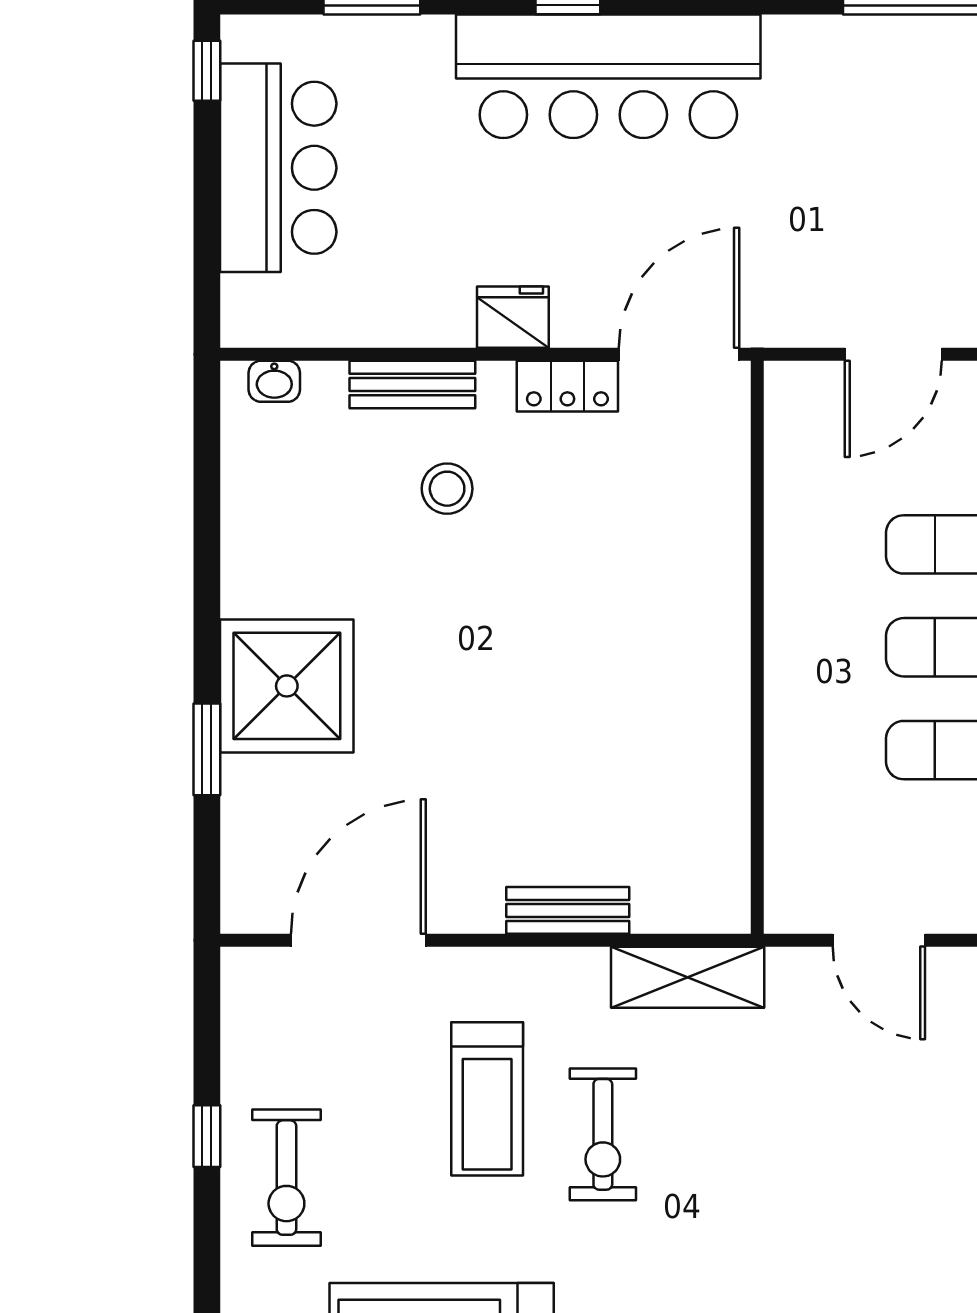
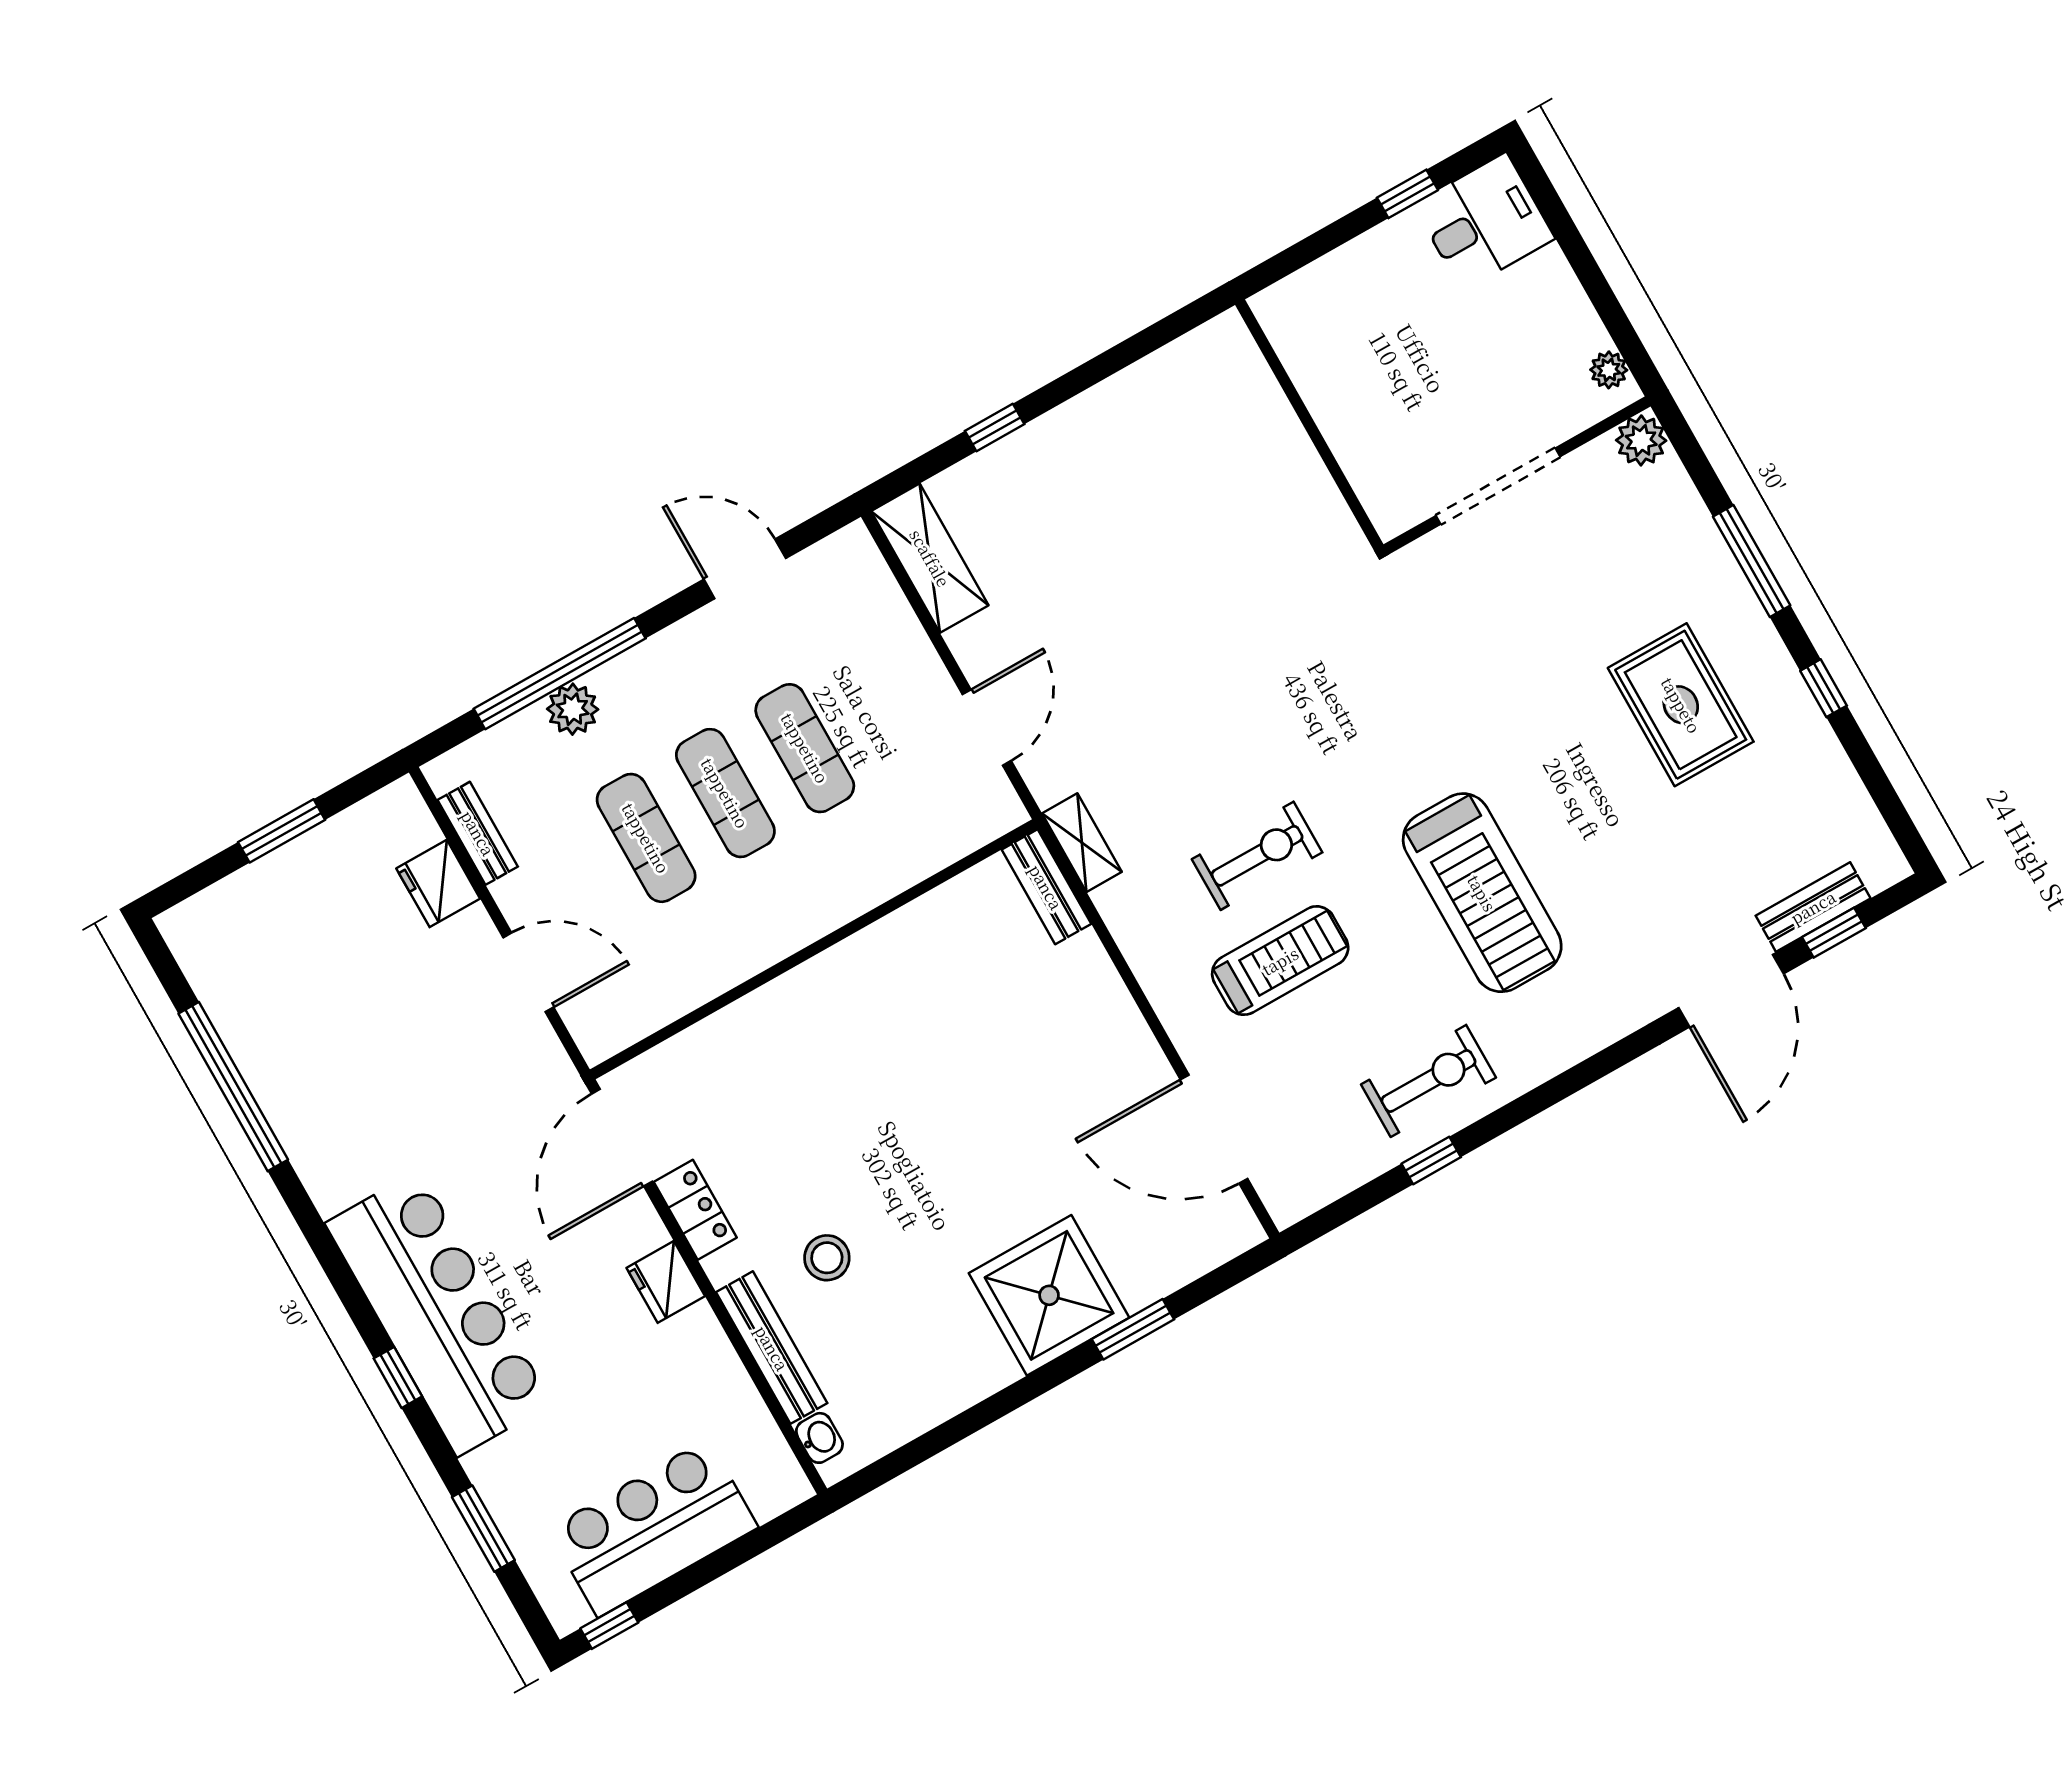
door: (679, 354) -> (622, 1138), hinge flipped
bench: (412, 385) -> (772, 1348), width x1.36
bench: (568, 910) -> (1046, 887), moved
shelving: (688, 977) -> (1082, 843), width x0.67, depth x0.75

